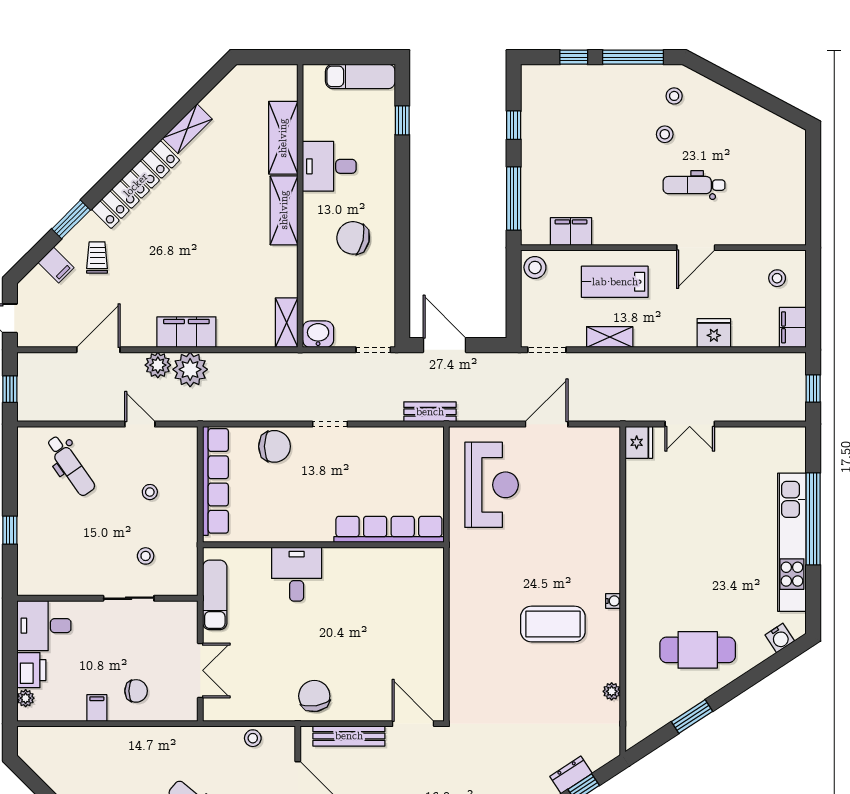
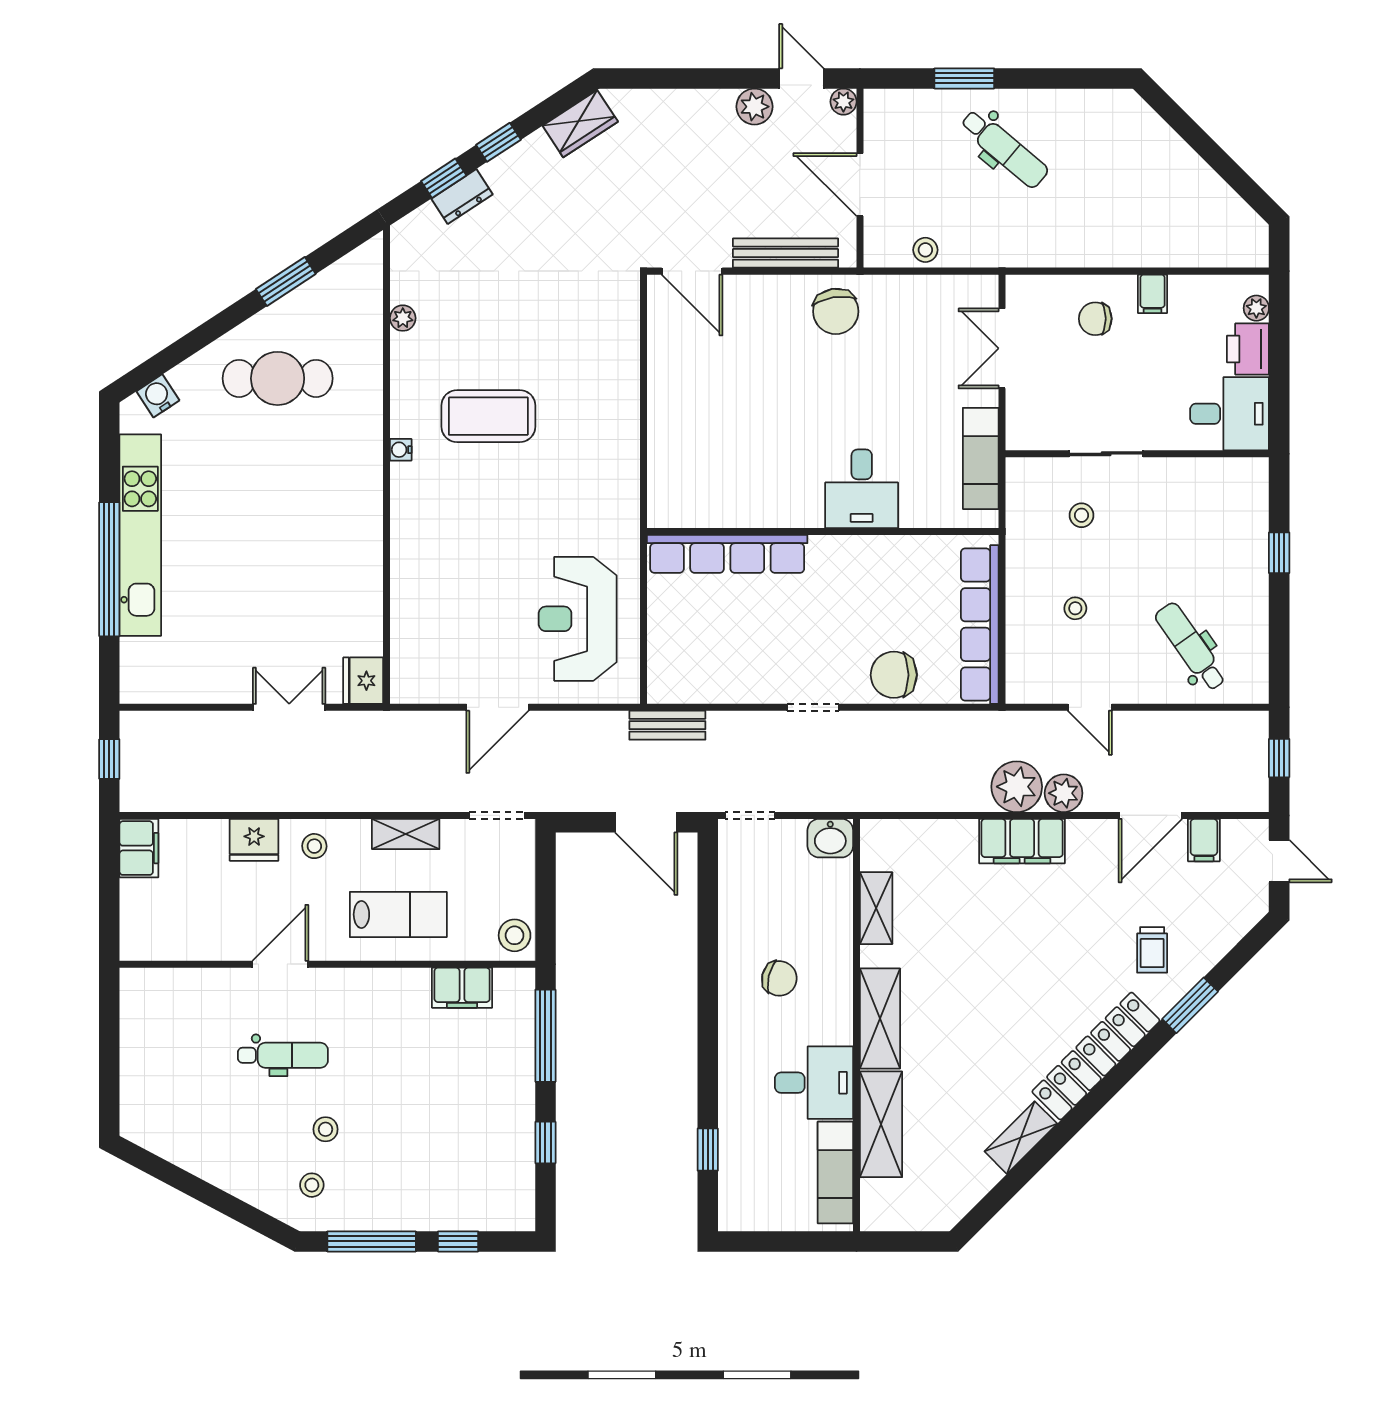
exam couch: (360, 76) -> (835, 1172), moved, turned -90
chair: (353, 238) -> (779, 978), width x0.73, depth x0.73
filing cabinet: (56, 265) -> (1204, 840), moved, turned -135
stool: (777, 278) -> (314, 846), moved
shelving: (287, 323) -> (876, 908), moved

